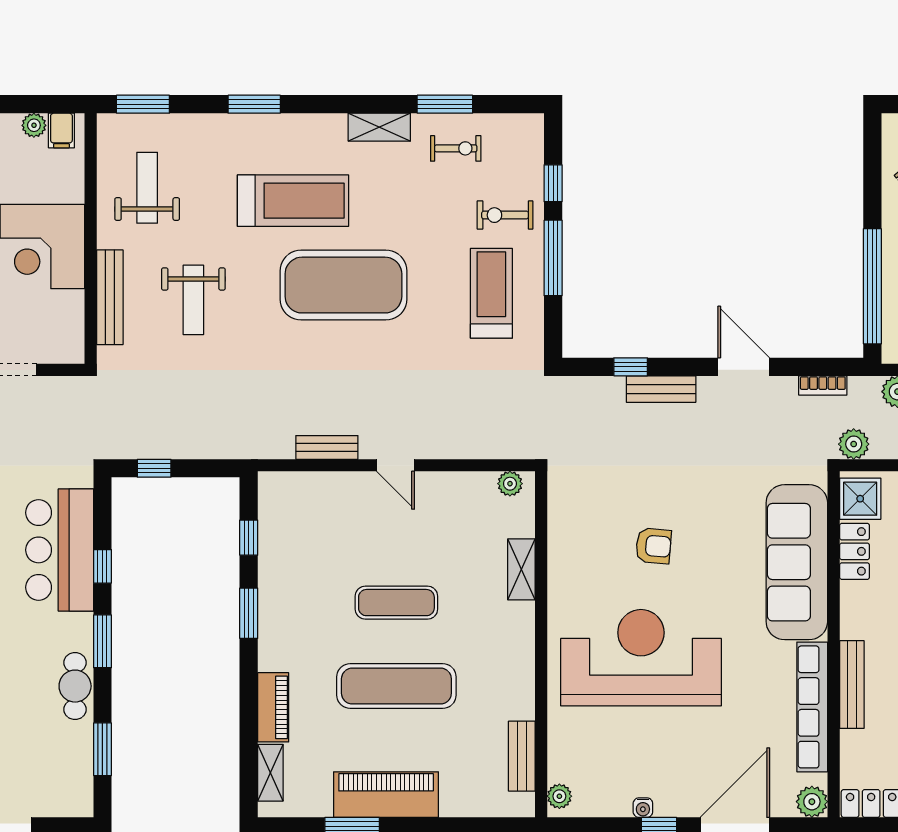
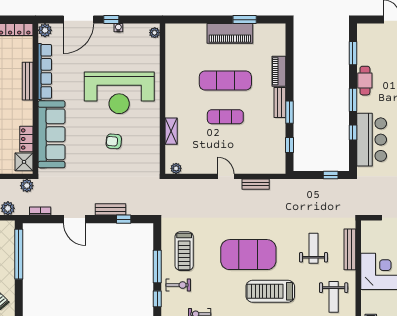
bench: (522, 756) -> (280, 103), moved
shelving: (270, 773) -> (280, 43), removed

